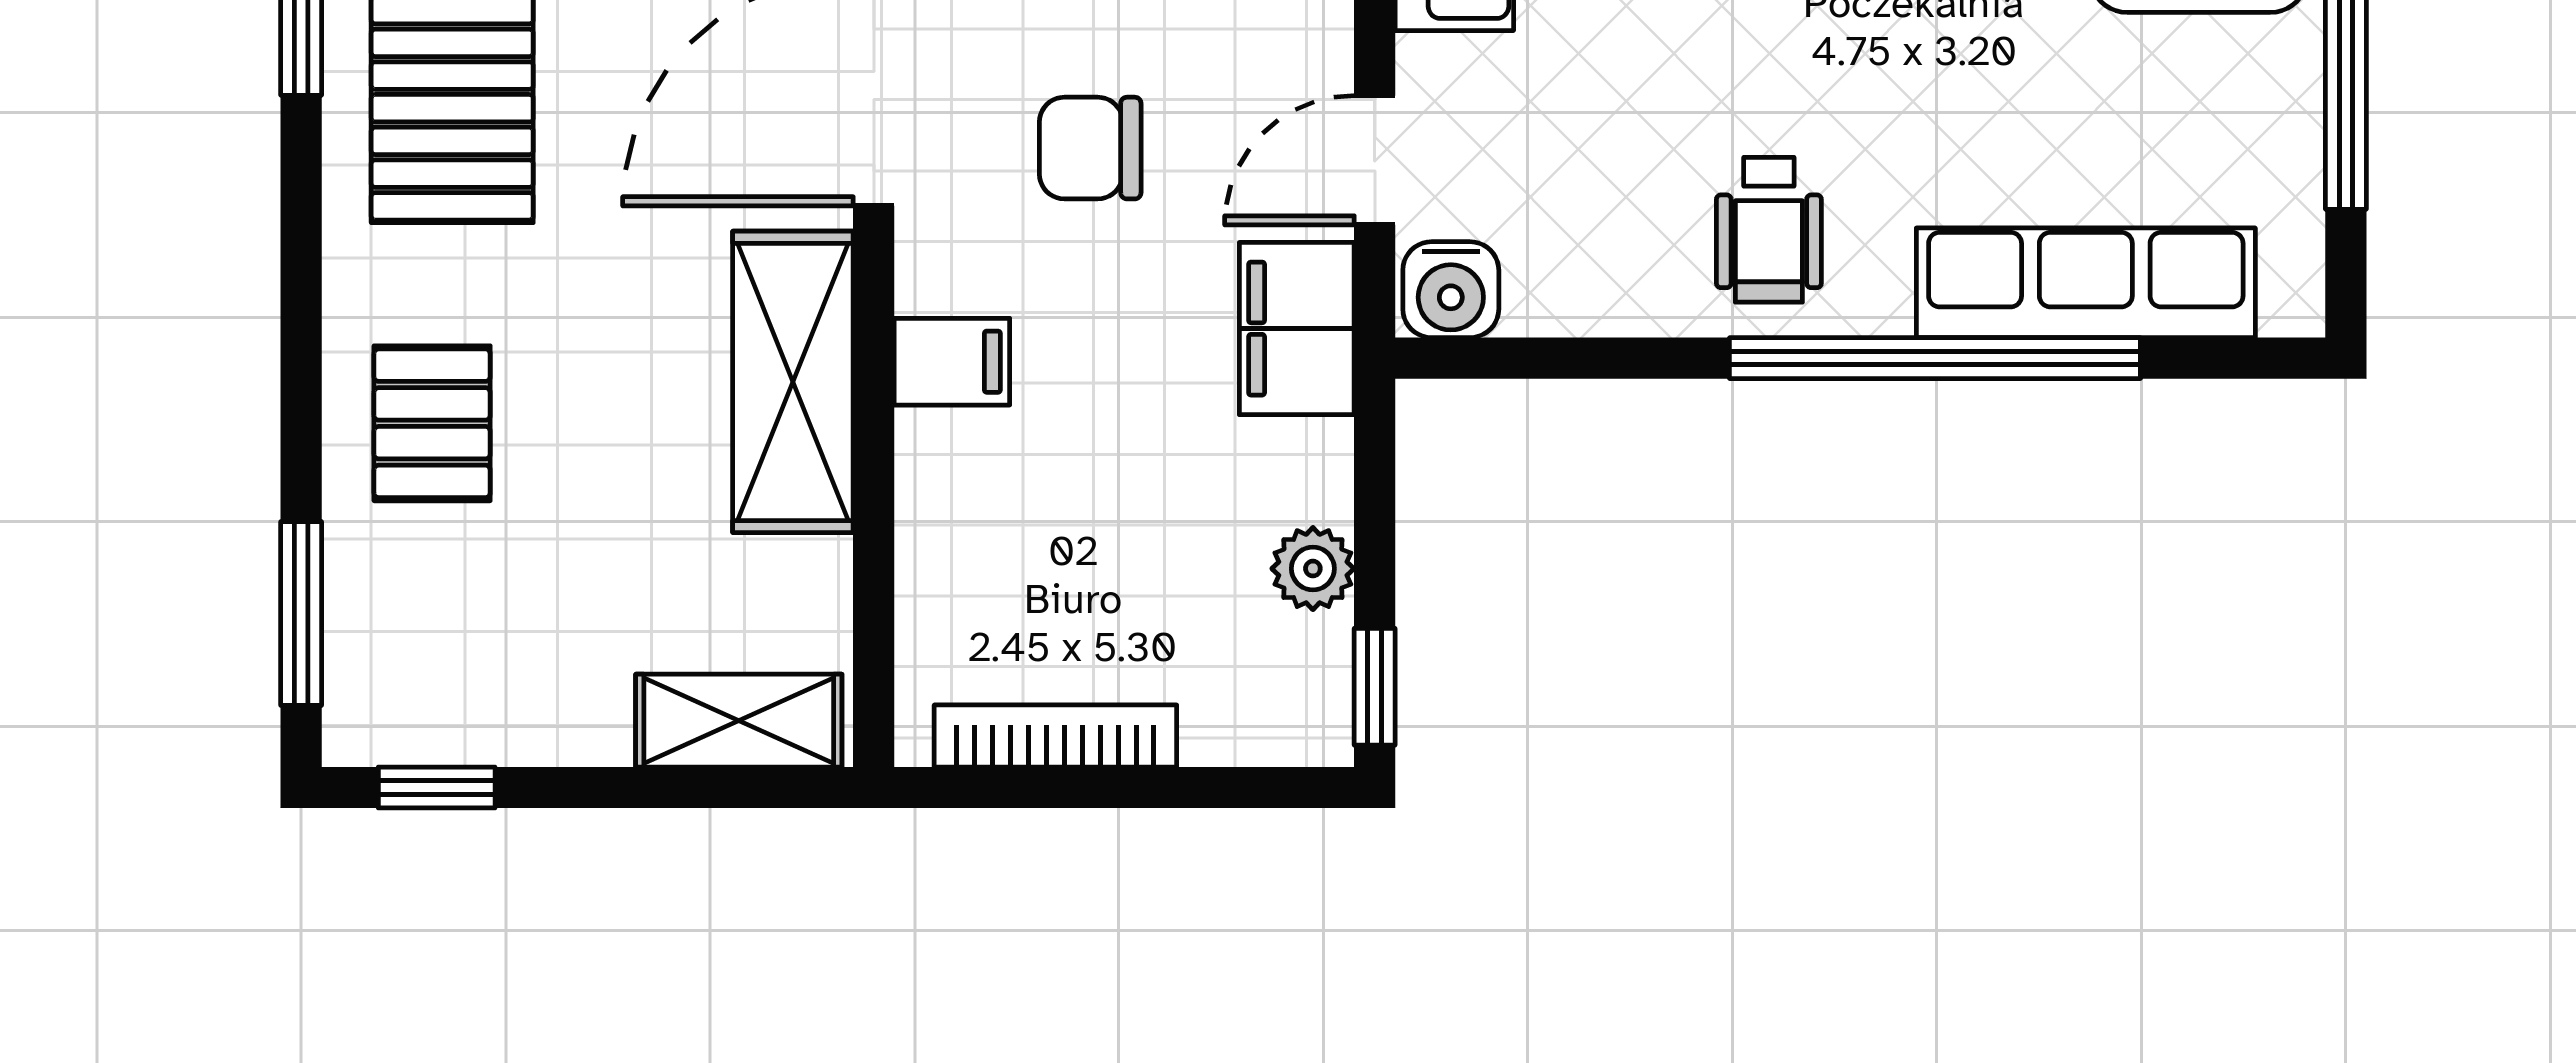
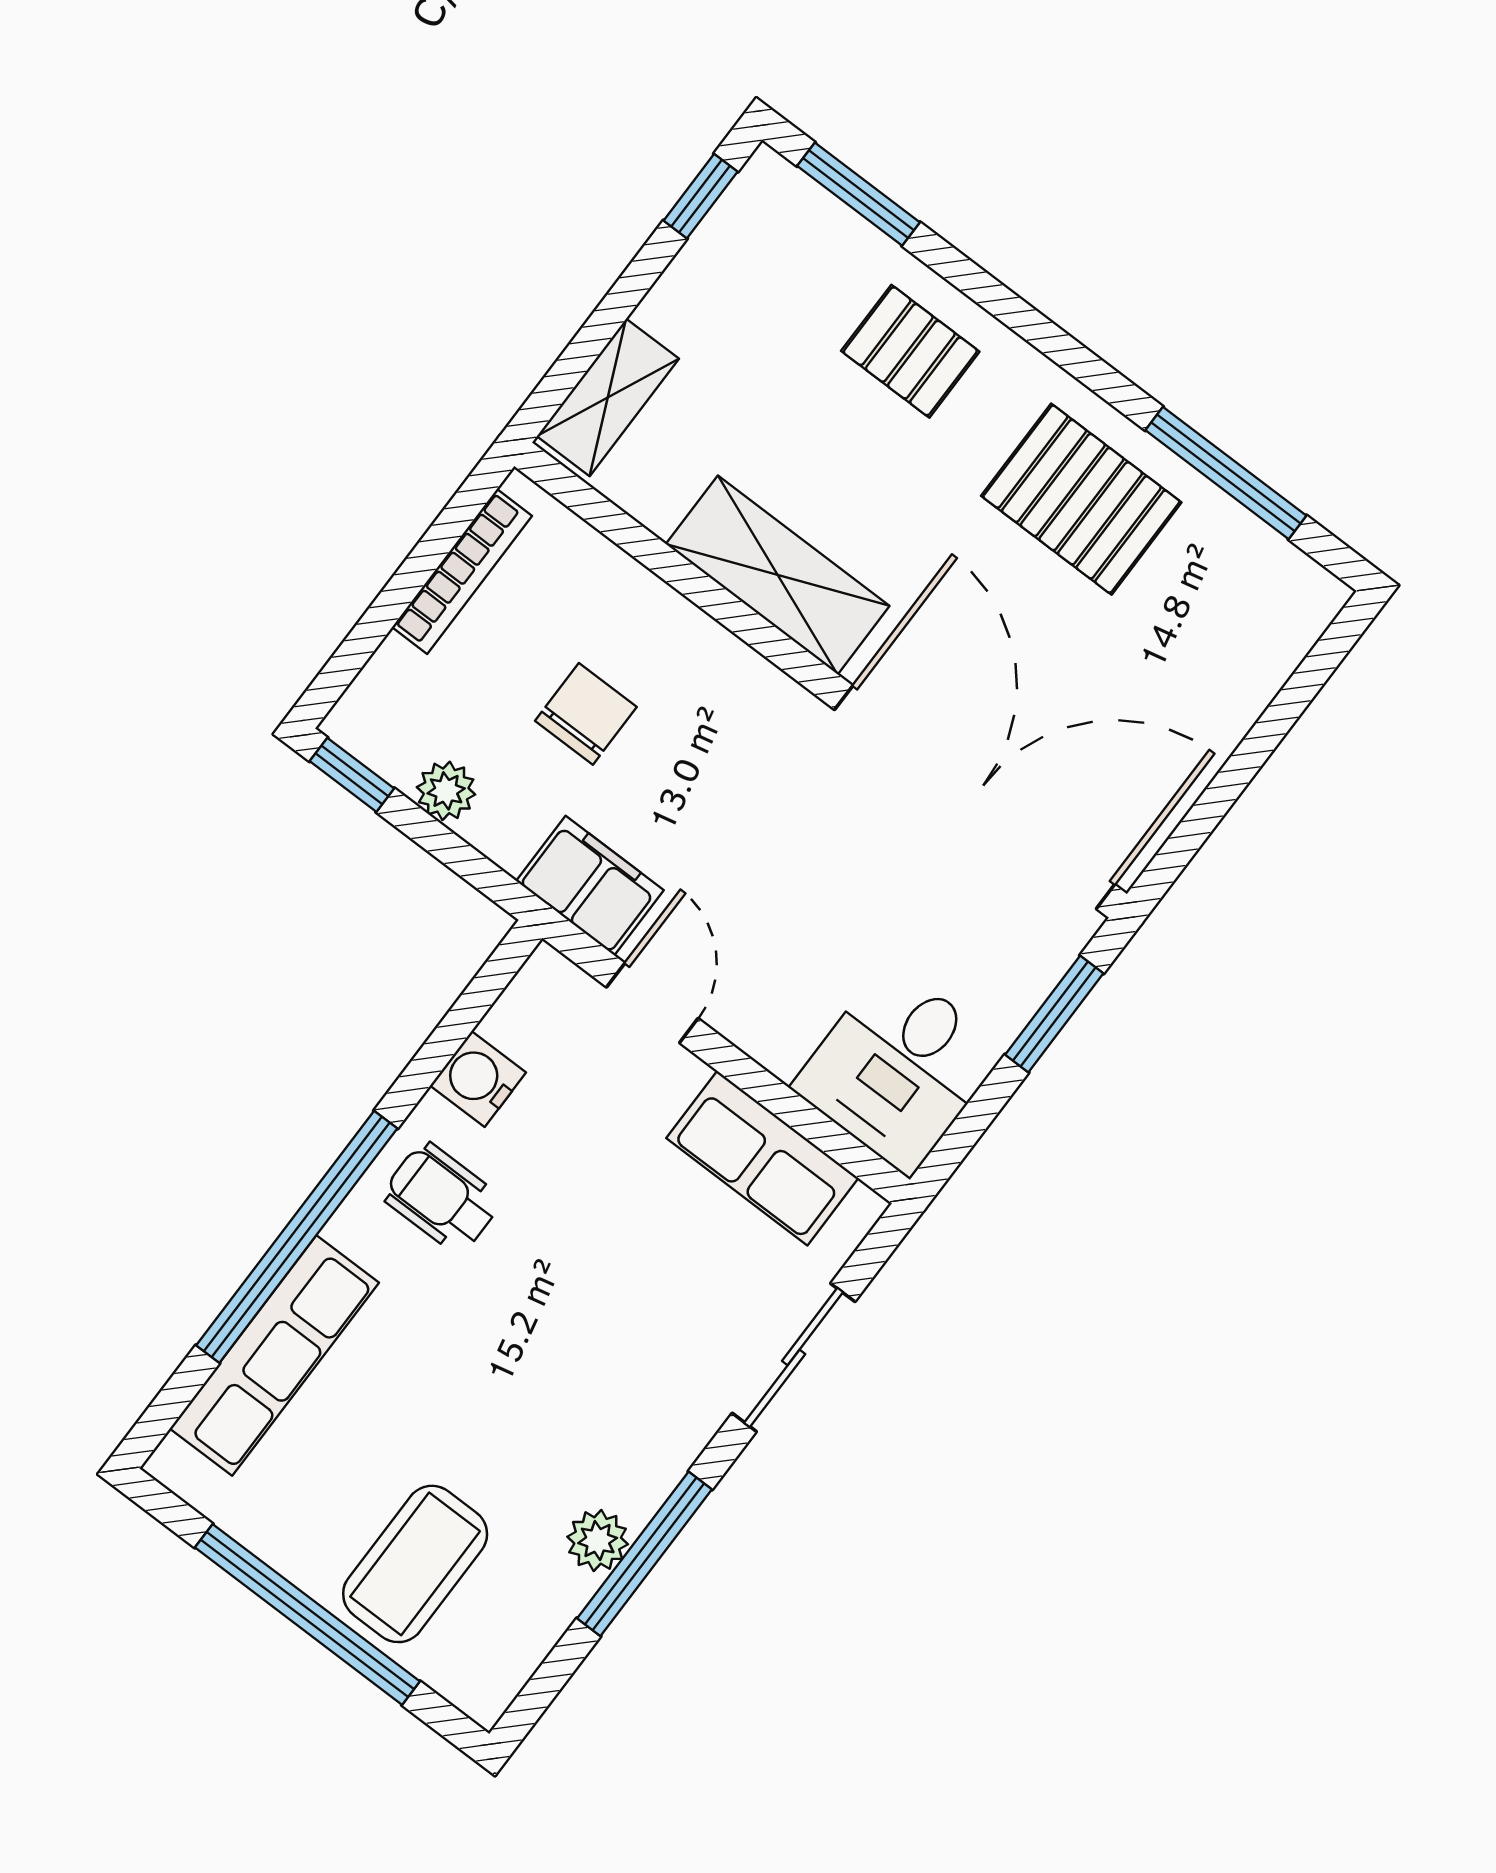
chair: (1090, 148) -> (586, 714), moved
water cooler: (1451, 290) -> (478, 1079), moved
filing cabinet: (952, 362) -> (720, 674), removed

